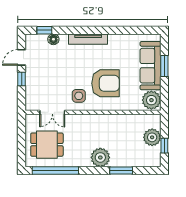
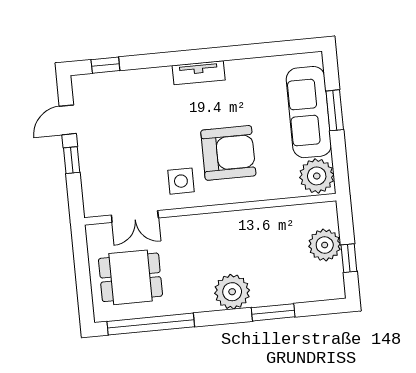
floor lamp: (53, 39) -> (124, 80), removed
tv unit: (88, 39) -> (199, 73), width x0.71

